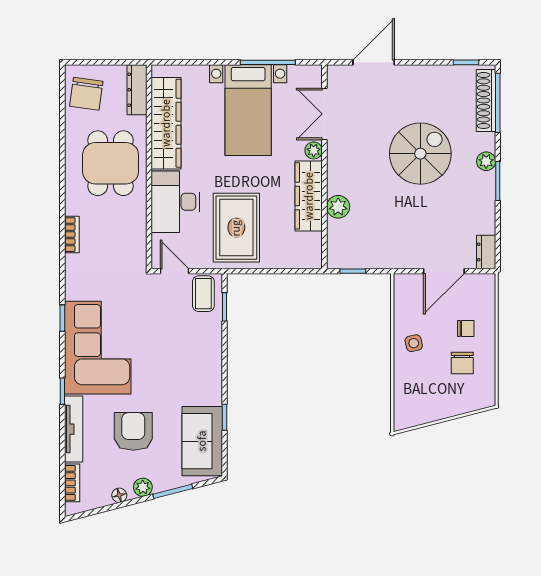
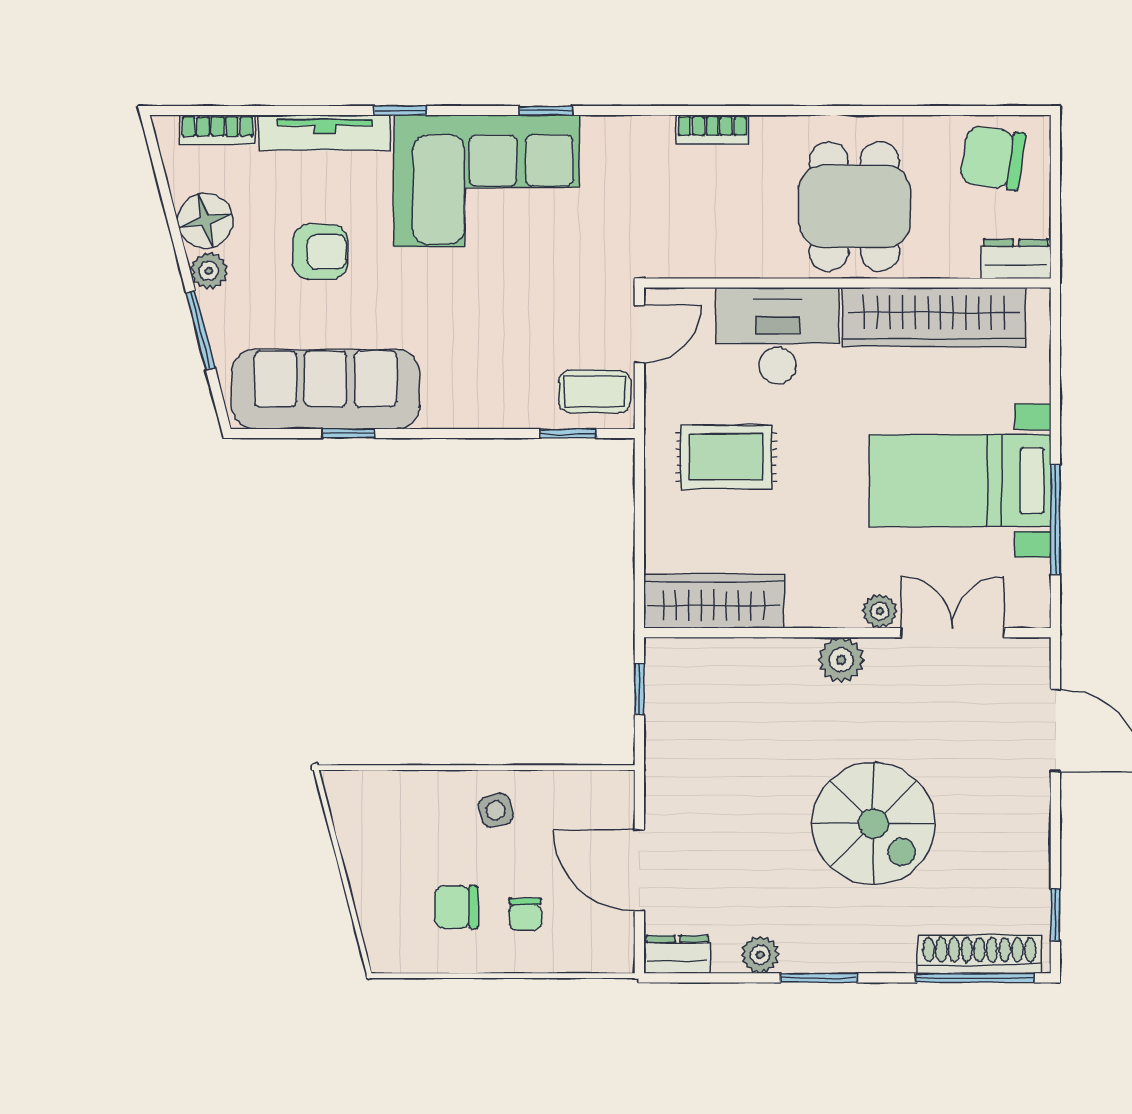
dresser: (137, 90) -> (1016, 259), width x0.70
plant: (486, 161) -> (760, 955), moved
dining table: (111, 163) -> (854, 206), turned 90
wardrobe: (309, 196) -> (714, 601), moved
plant: (338, 207) -> (841, 660), moved
rug: (236, 228) -> (726, 457), width x0.73, depth x0.70
armchair: (133, 431) -> (320, 252), width x0.72, depth x0.72
sofa: (202, 441) -> (326, 389), width x1.36
floor lamp: (119, 495) -> (205, 221), width x1.89, depth x1.89

